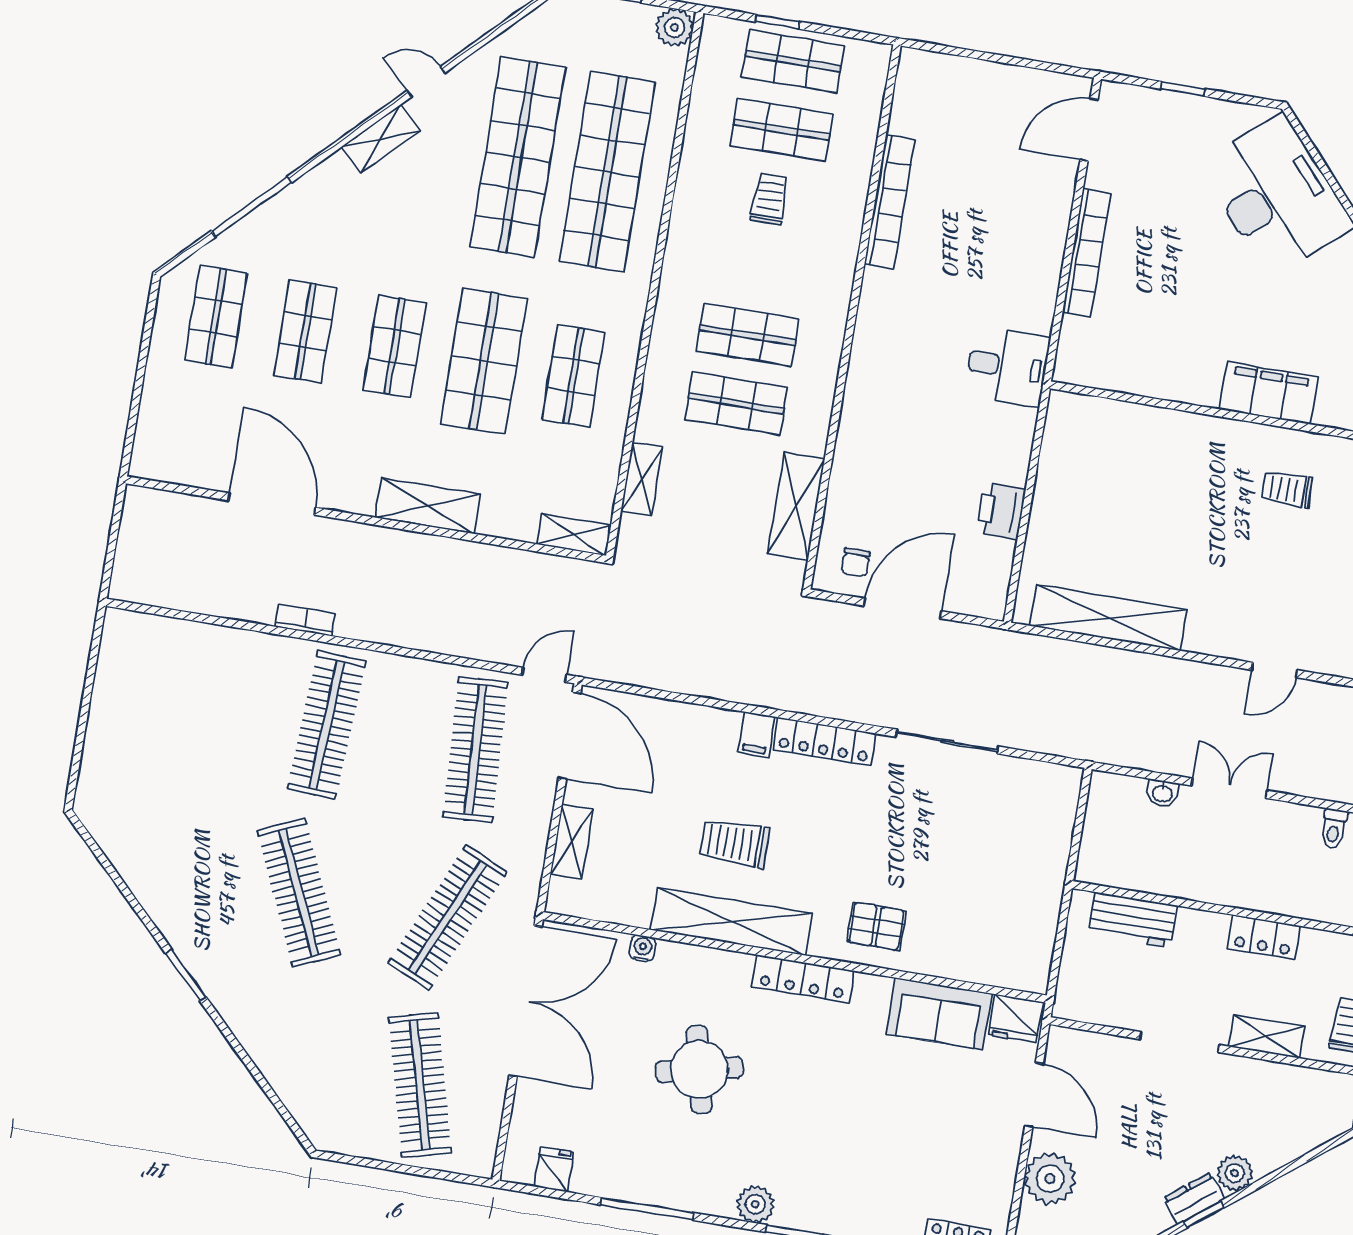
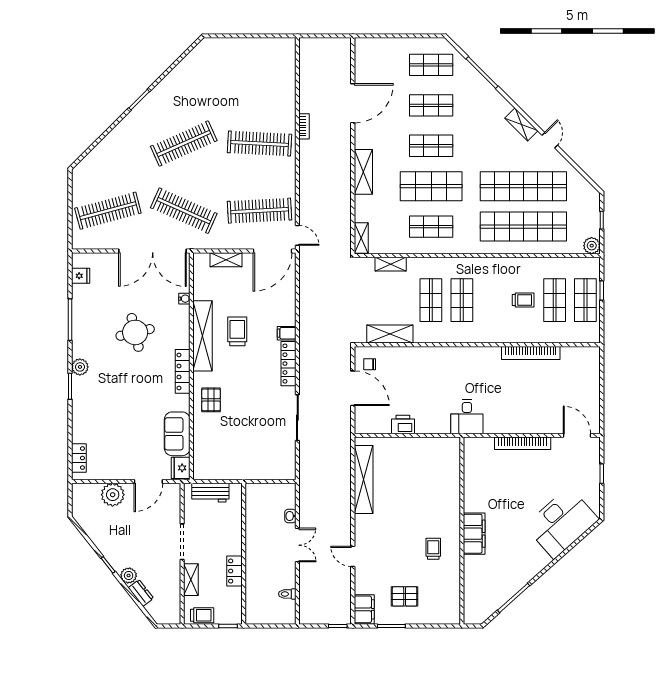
workbench: (1132, 920) -> (210, 493), moved, turned -90
dresser: (1194, 1198) -> (141, 593), moved

